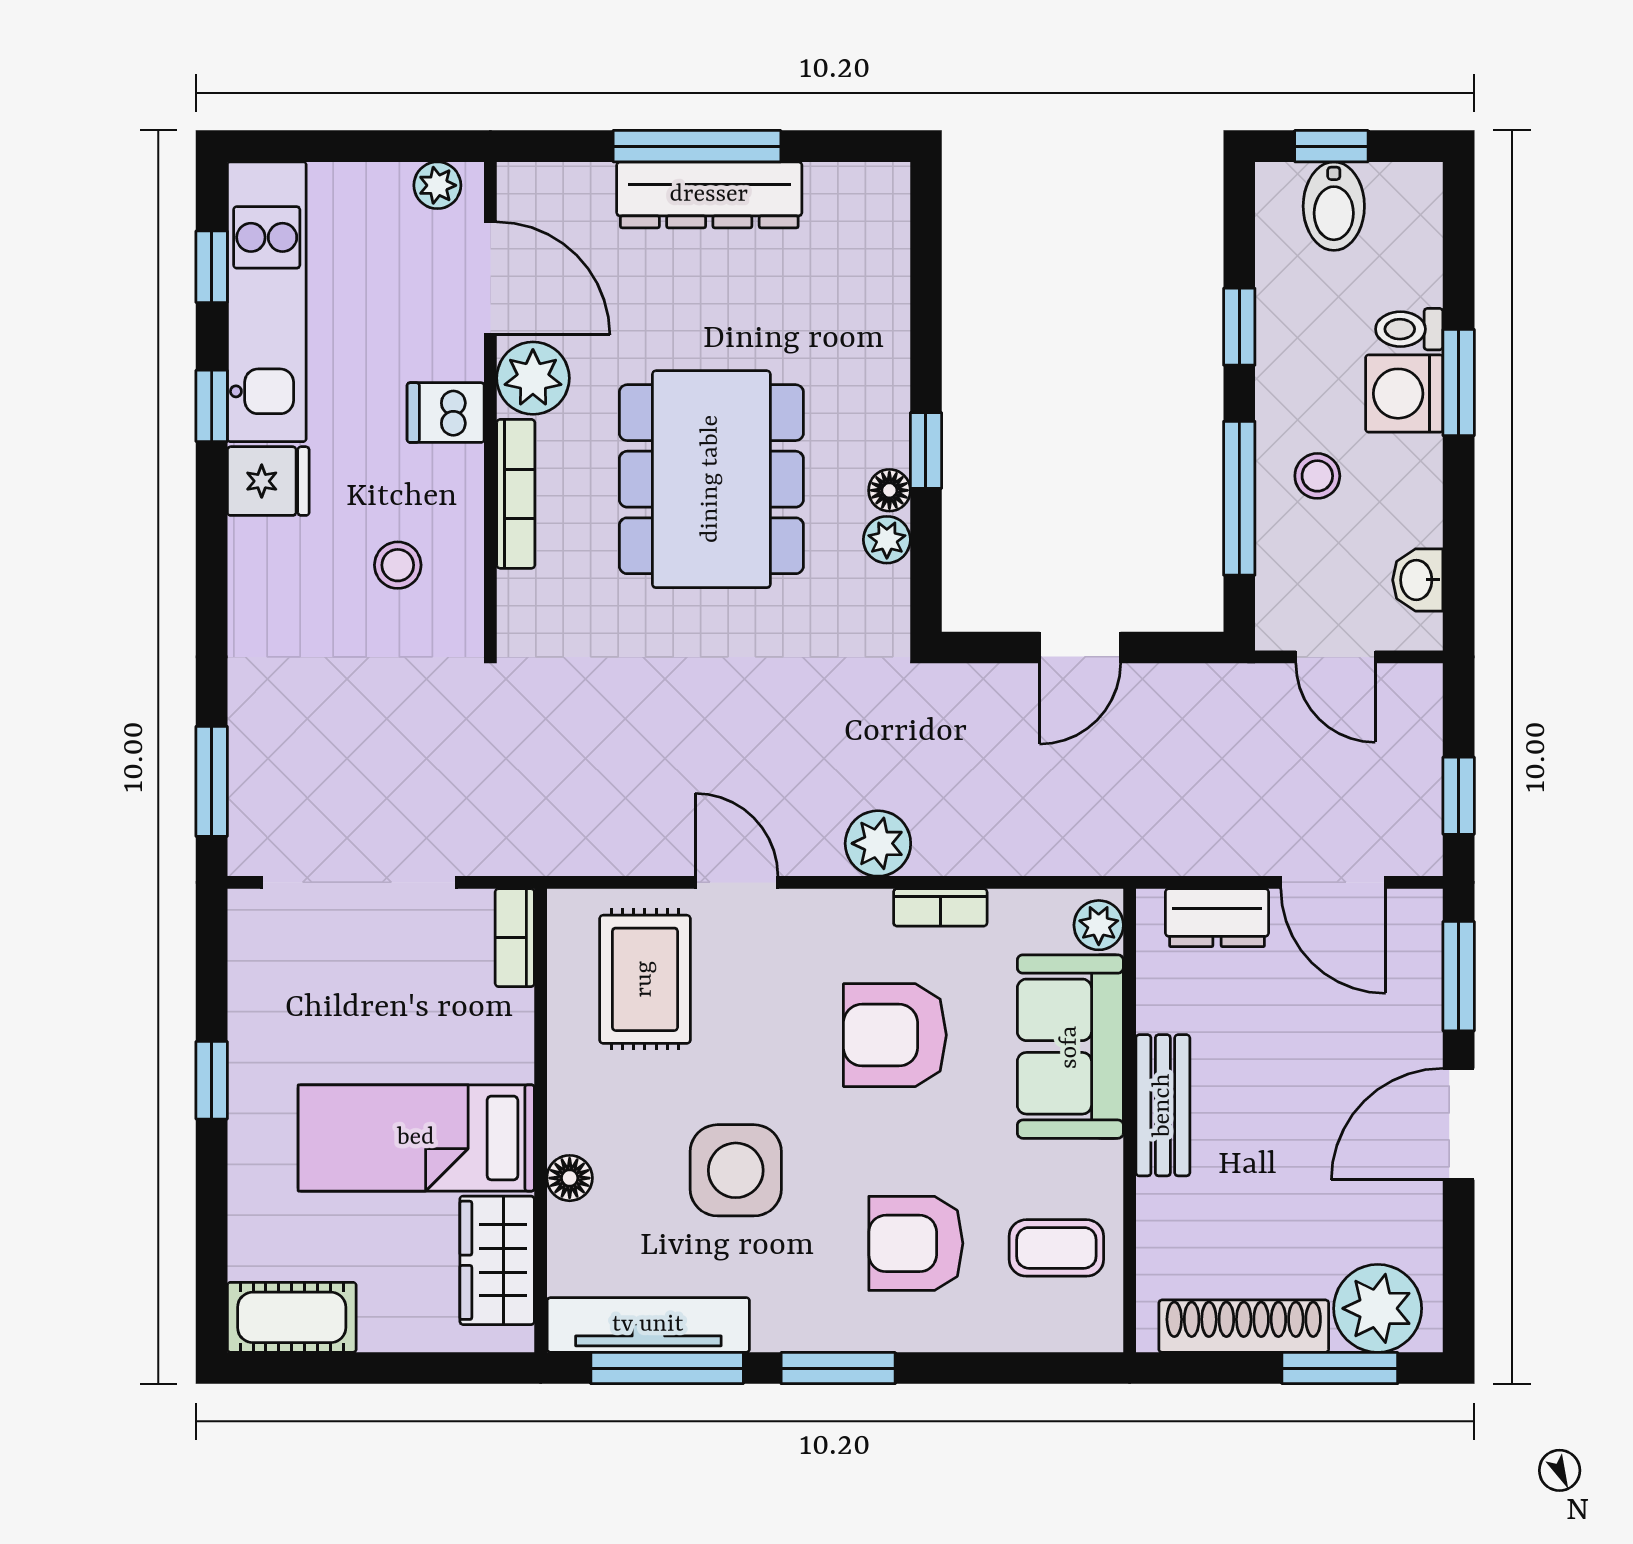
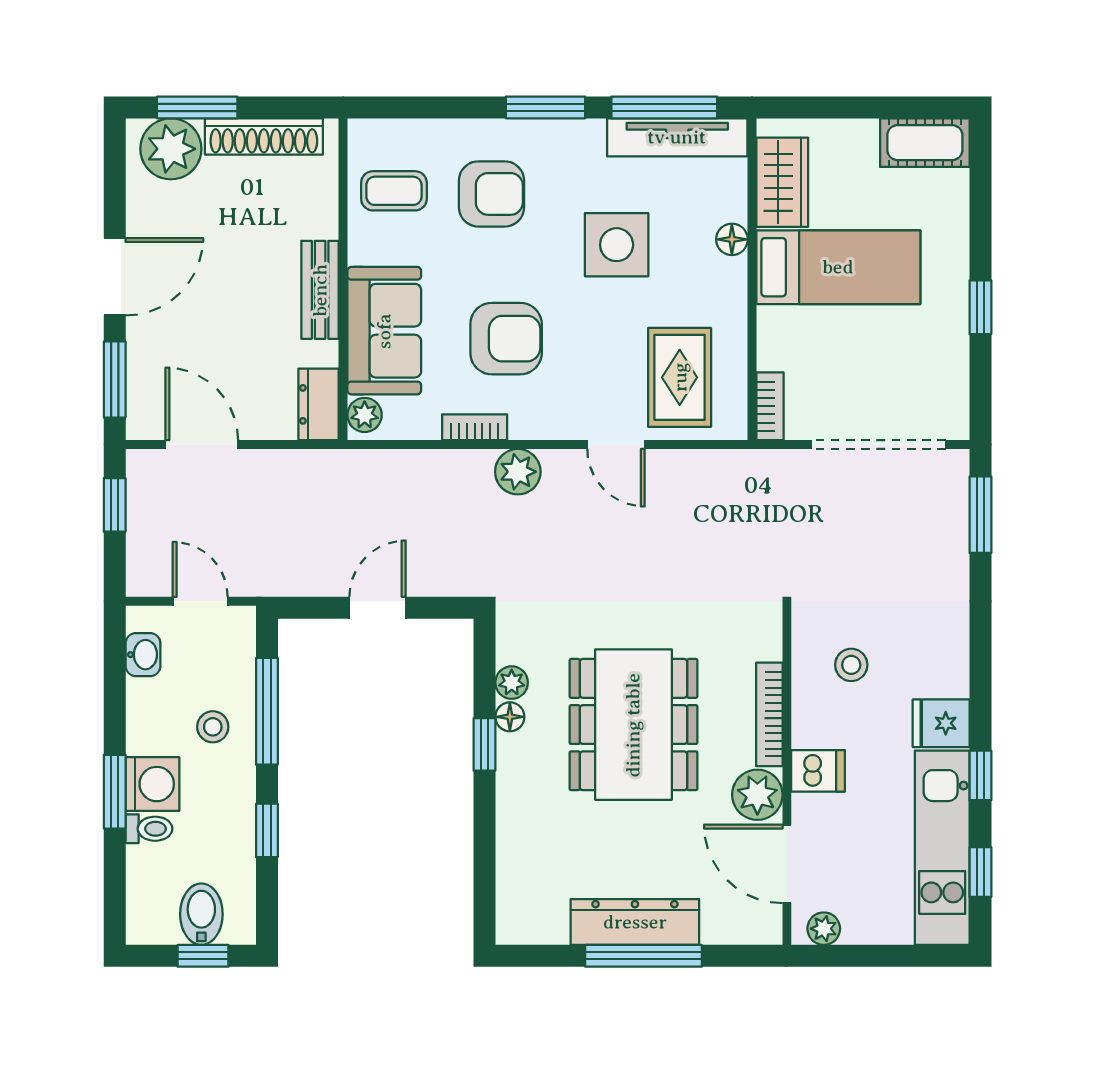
dresser: (1217, 918) -> (319, 404), moved, turned -90

